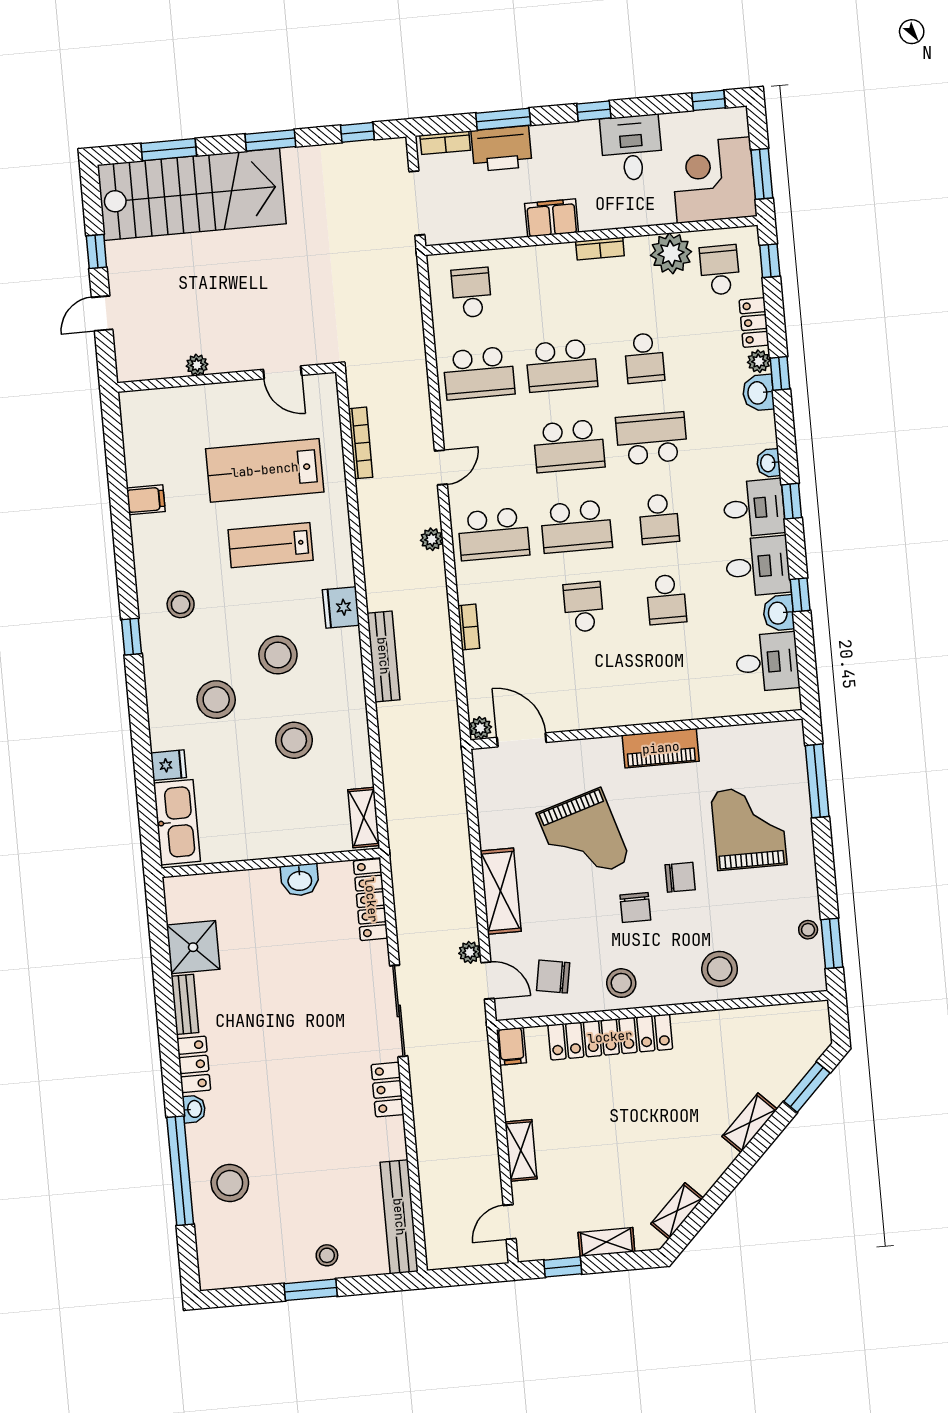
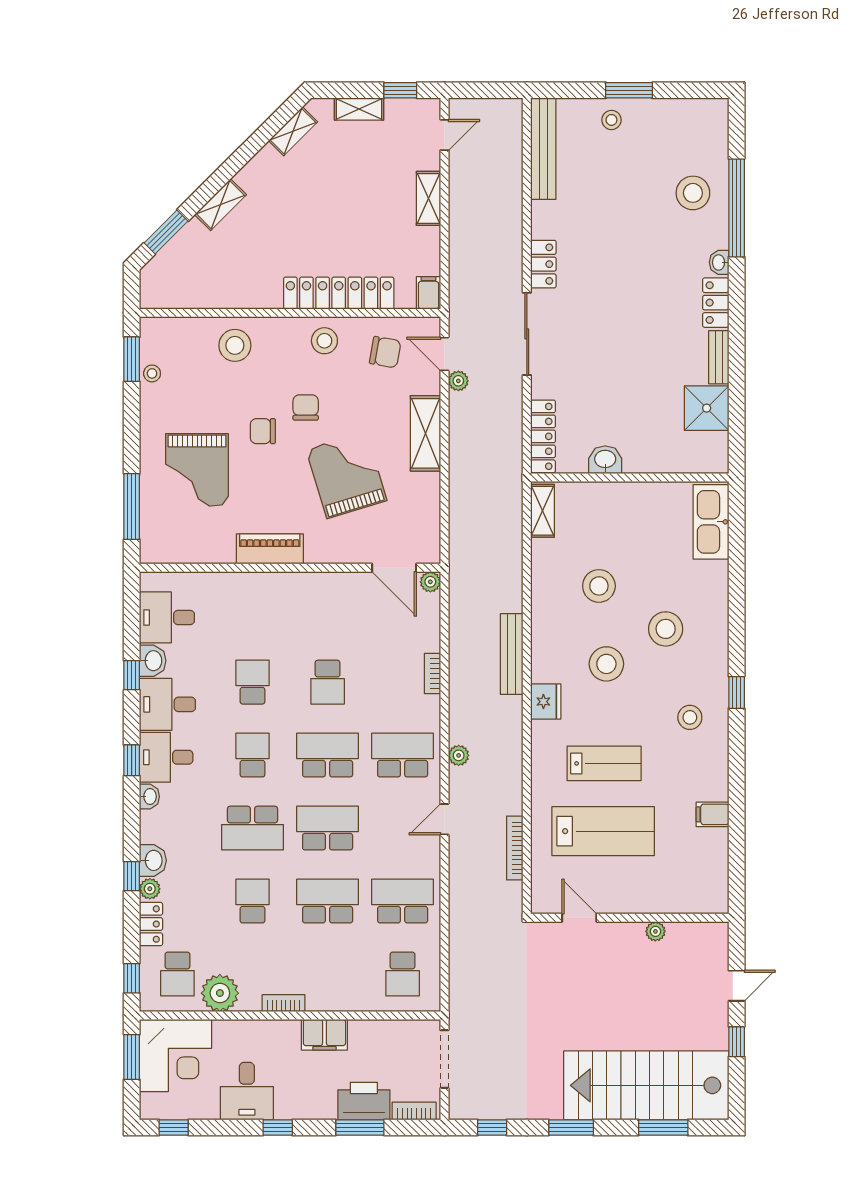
fridge: (169, 765) -> (714, 574), removed

